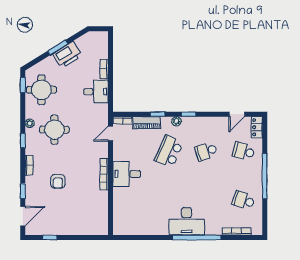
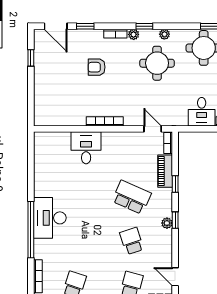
plant: (177, 121) -> (167, 223), moved
plant: (30, 150) -> (134, 34), added
desk: (127, 174) -> (86, 148), moved

